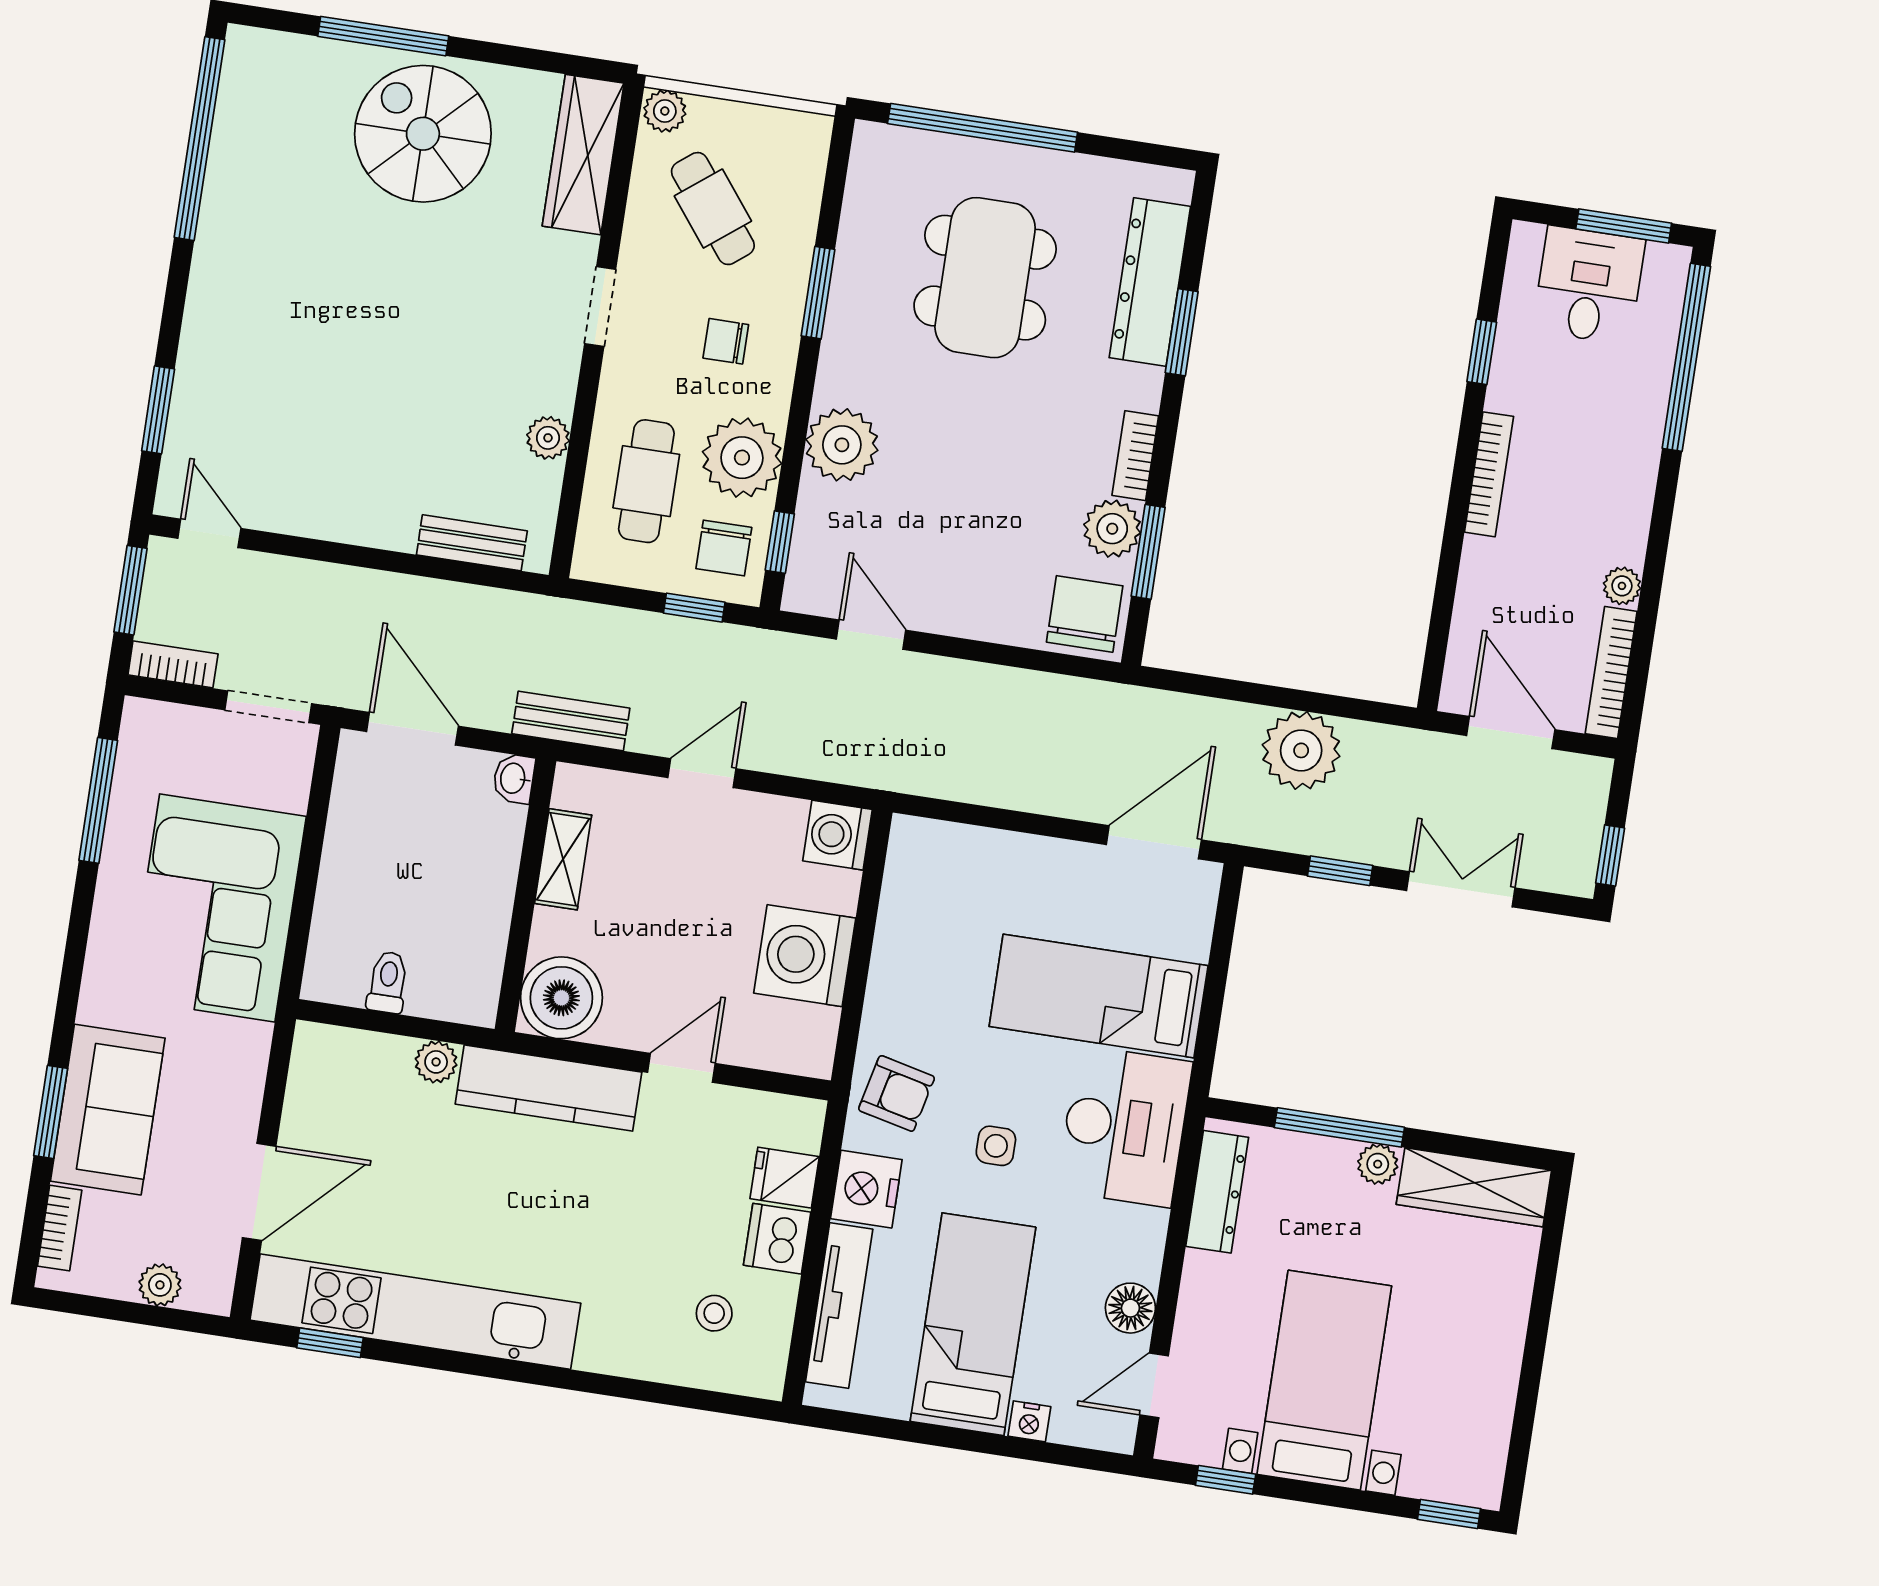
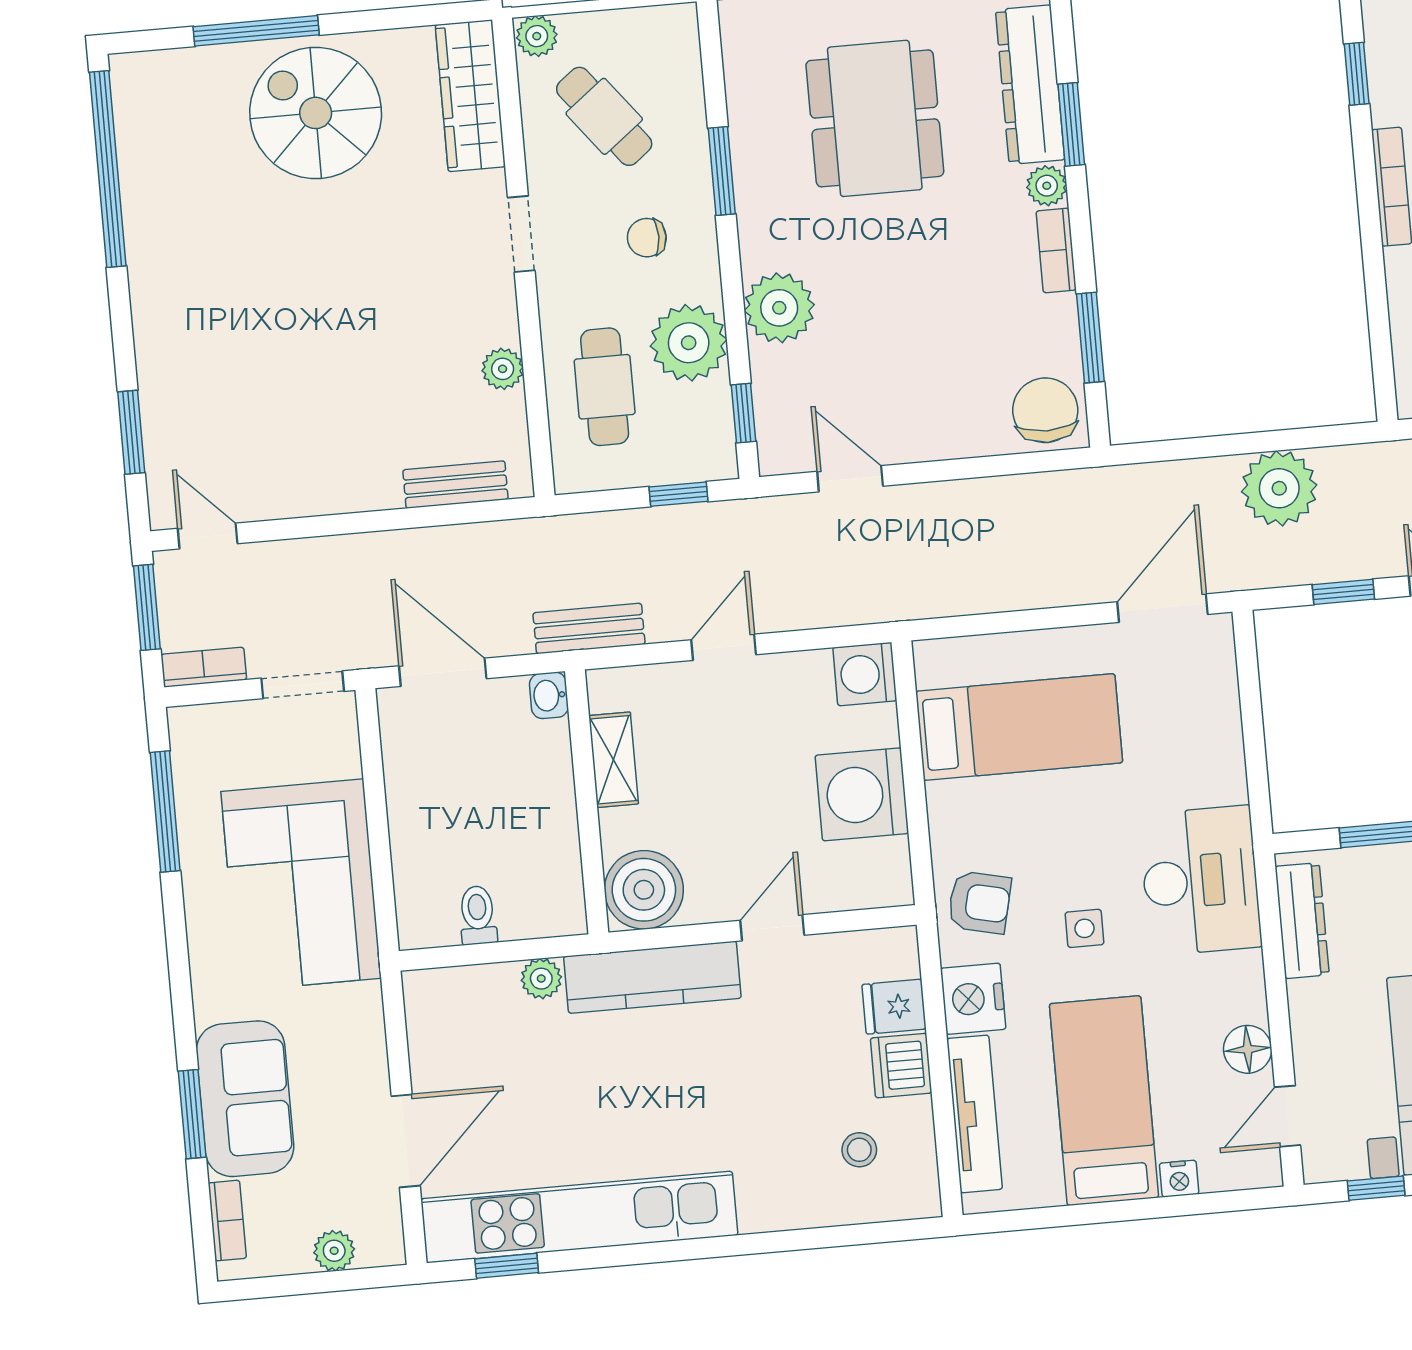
plant: (1112, 529) -> (1047, 186), moved, width x0.73, depth x0.73
chair: (724, 548) -> (692, 431), removed
bed: (1099, 996) -> (1019, 727), moved, turned 180

